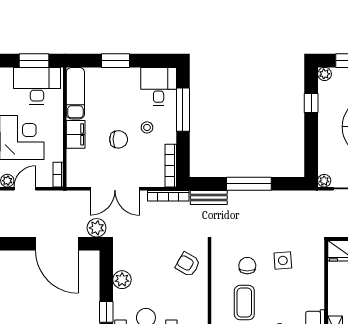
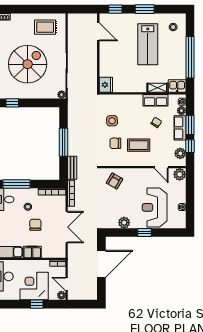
plant: (97, 228) -> (91, 239), removed

